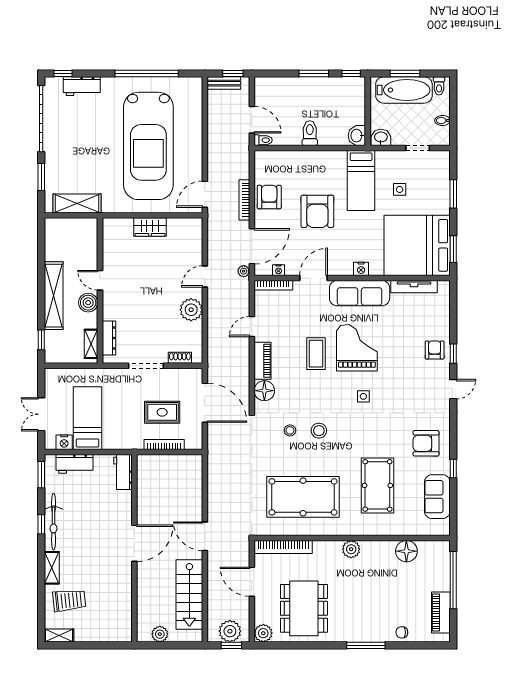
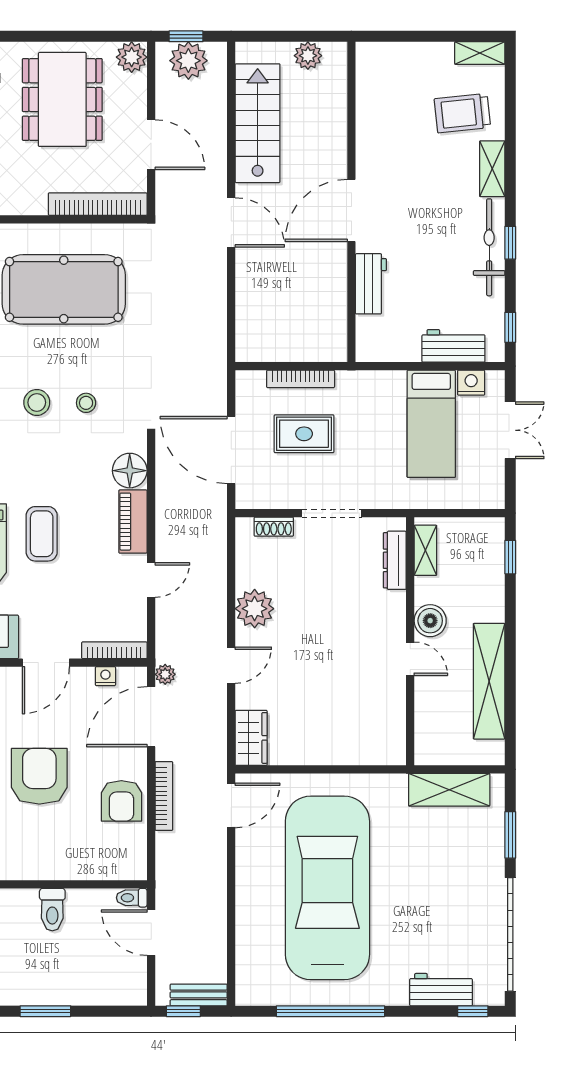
wardrobe: (150, 227) -> (251, 738), moved, turned 90
shelving: (54, 296) -> (489, 681), moved
workbench: (123, 472) -> (371, 284), moved
window: (41, 475) -> (510, 327), width x0.67

